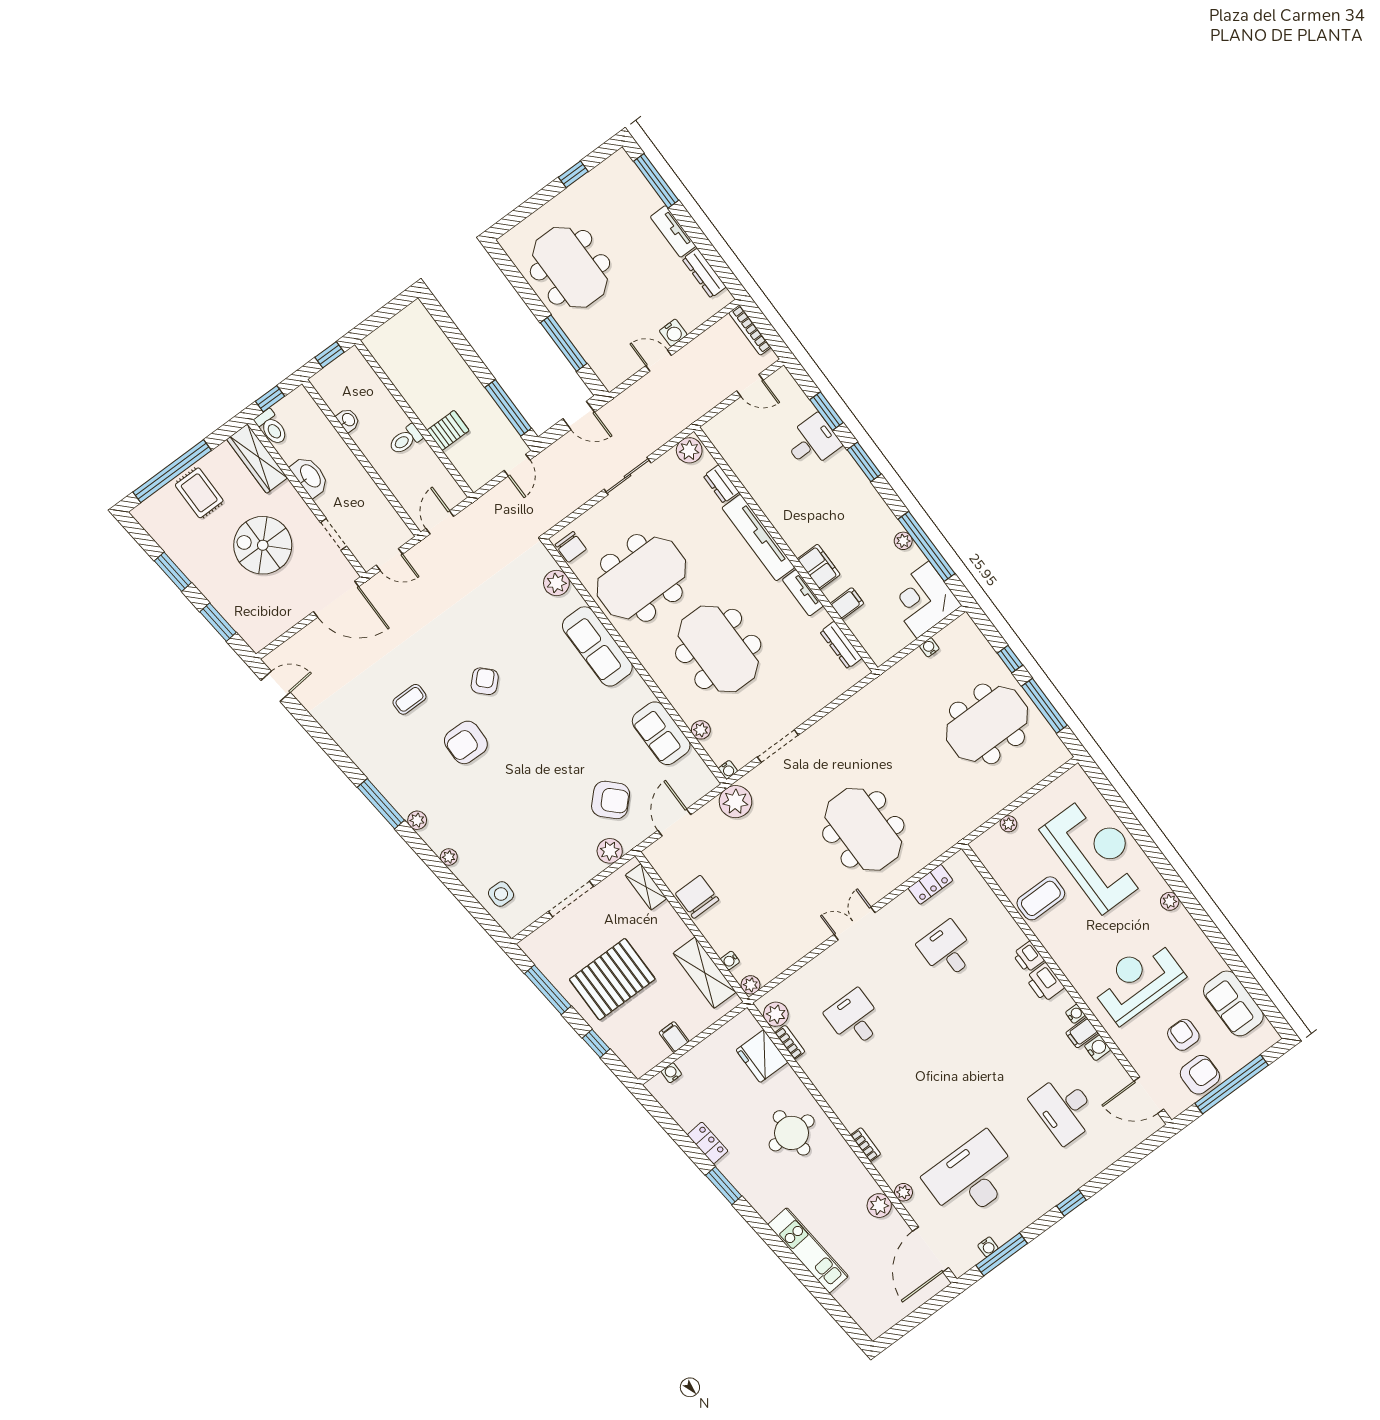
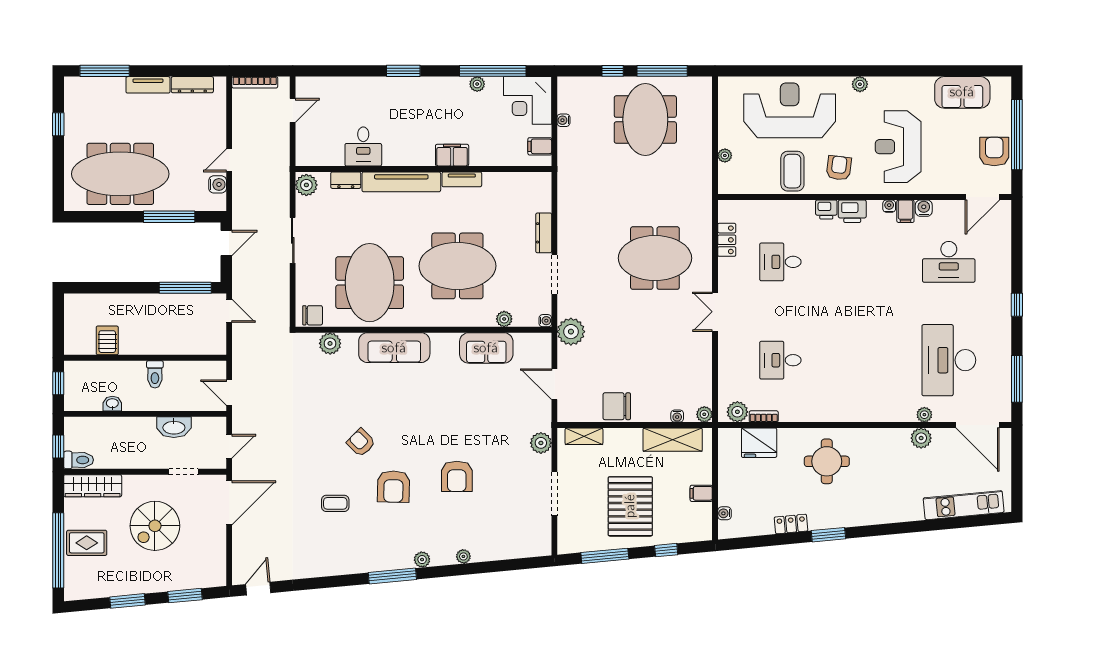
meeting table: (570, 267) -> (120, 174), width x1.36
water cooler: (673, 333) -> (218, 184), moved
window: (826, 411) -> (349, 71), removed
server rack: (448, 430) -> (107, 340), moved
desk: (812, 442) -> (363, 147), moved, turned 180
washbasin: (310, 476) -> (174, 427), moved, turned 180
filing cabinet: (847, 603) -> (540, 146), moved, turned -90
dresser: (841, 645) -> (544, 233), moved, turned 90
coffee table: (409, 699) -> (335, 503), turned 90
armchair: (611, 800) -> (457, 476), moved, turned 135
side table: (501, 894) -> (515, 539), removed
armchair: (1183, 1035) -> (839, 168), moved, turned 96
bookcase: (866, 1145) -> (872, 416), removed
water cooler: (988, 1247) -> (1005, 384), removed
kitchen unit: (808, 1250) -> (964, 505), moved

